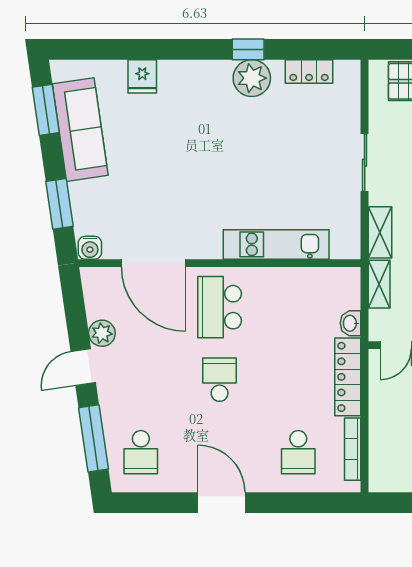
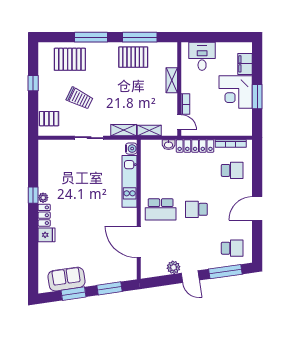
locker: (309, 72) -> (44, 215), moved
fridge: (142, 76) -> (47, 235), moved
plant: (252, 78) -> (43, 198), width x0.53, depth x0.53
window: (46, 110) -> (74, 294), moved
sofa: (80, 130) -> (66, 279), width x0.73
water cooler: (90, 248) -> (131, 149), moved
door: (153, 263) -> (139, 242), swing flipped

